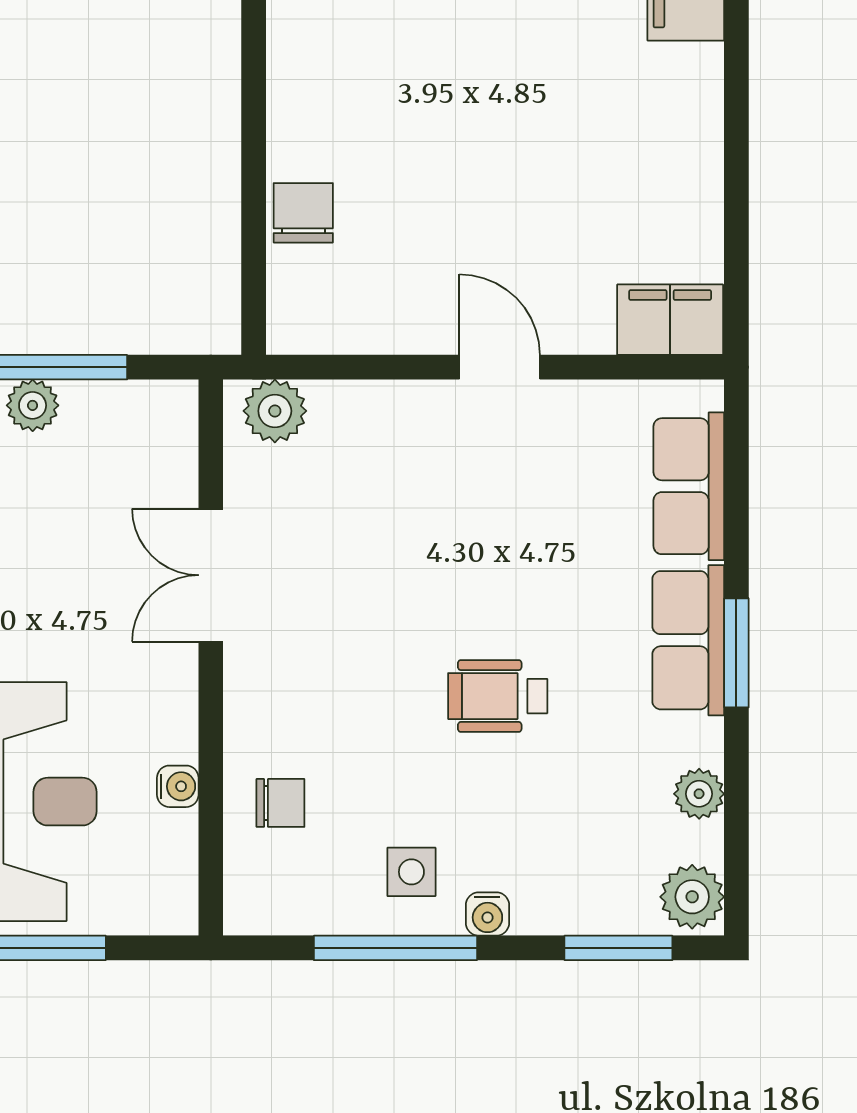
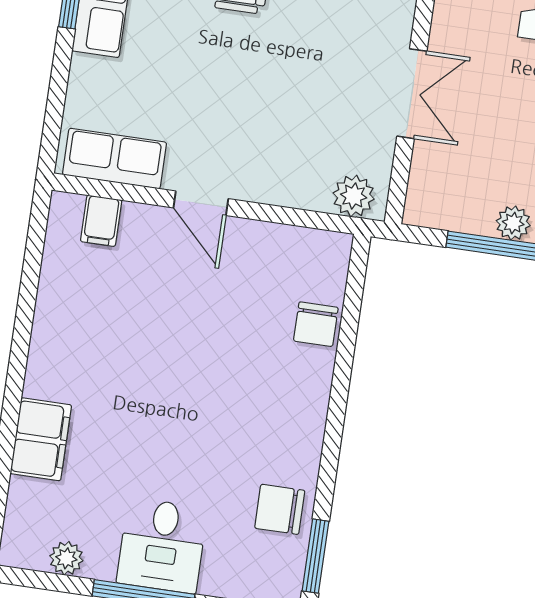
filing cabinet: (670, 320) -> (101, 221), width x0.50
row of seats: (689, 486) -> (114, 159), moved, turned -90

